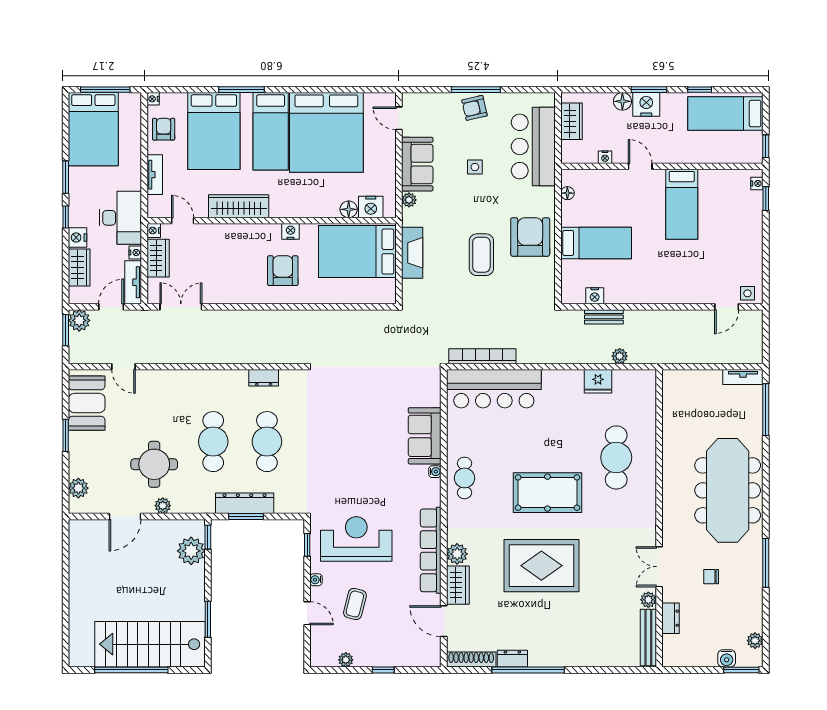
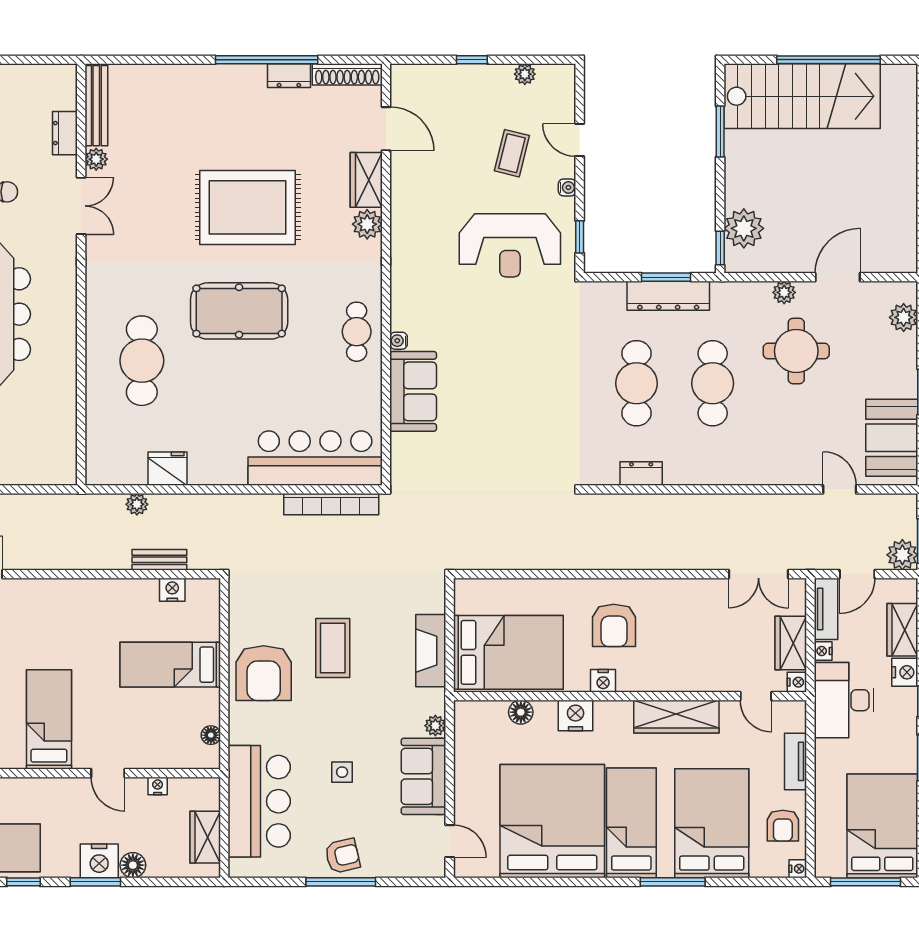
nightstand: (371, 207) -> (576, 716), moved
row of seats: (431, 550) -> (404, 229), removed

